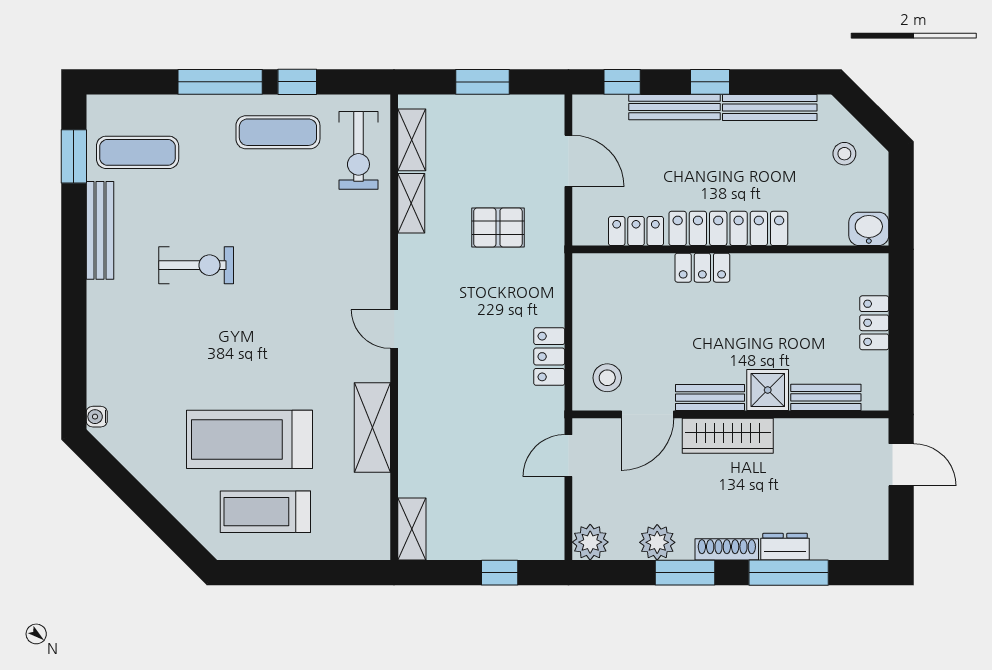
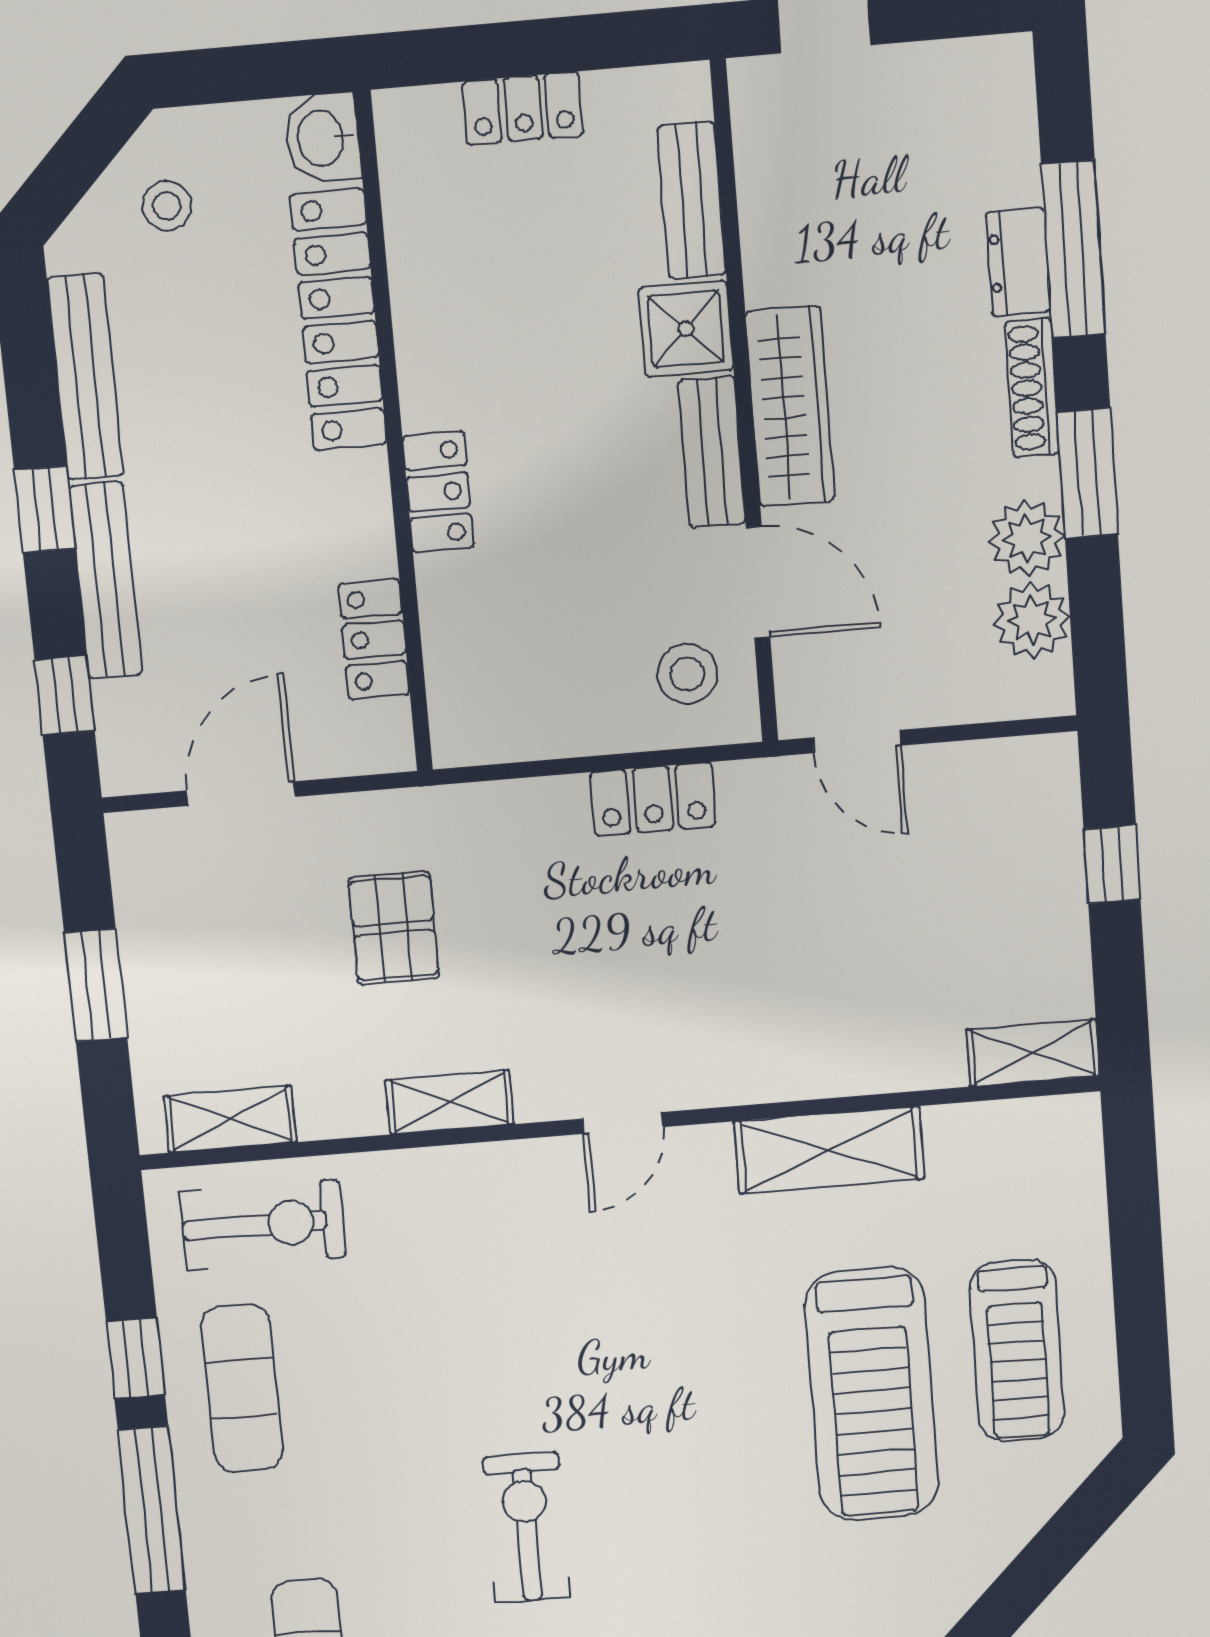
shelving: (411, 203) -> (450, 1102), moved
locker: (728, 228) -> (339, 320), moved
plant: (590, 542) -> (1032, 620), moved

